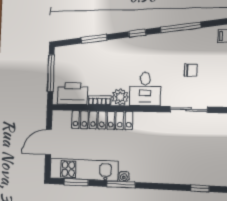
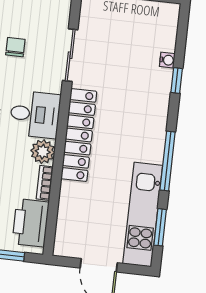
locker: (102, 120) -> (79, 135), moved
water cooler: (124, 176) -> (167, 60), moved
window: (121, 184) -> (168, 161), width x1.44
window: (200, 188) -> (177, 81), moved

